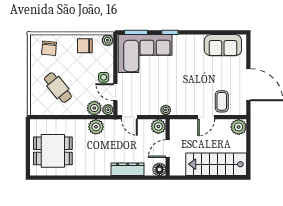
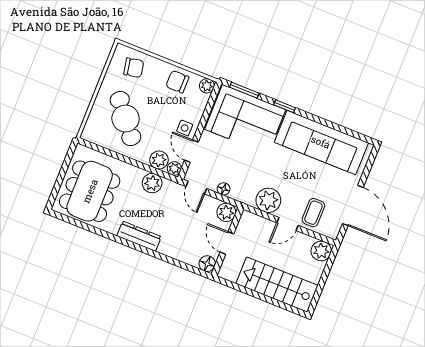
sofa: (223, 45) -> (321, 142), width x1.85, depth x1.27
chair: (49, 48) -> (134, 68), turned -106
cafe table: (58, 88) -> (126, 118), width x1.37, depth x1.35
floor lamp: (150, 110) -> (224, 189), added
plant: (166, 110) -> (268, 200), moved, width x1.88, depth x1.88
door: (168, 149) -> (227, 243), hinge flipped
dining table: (53, 151) -> (90, 191), width x1.38
dresser: (128, 169) -> (139, 236), moved

